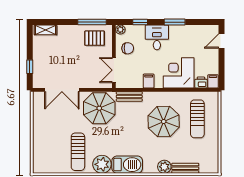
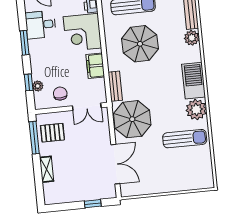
shelving: (46, 30) -> (47, 169), moved
plant: (120, 30) -> (38, 86), moved
desk: (157, 37) -> (41, 25), moved
pallet: (95, 38) -> (52, 133), turned 90
filing cabinet: (149, 81) -> (95, 66), width x2.00

